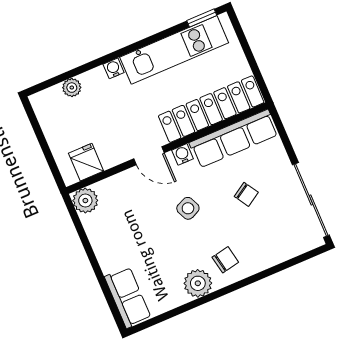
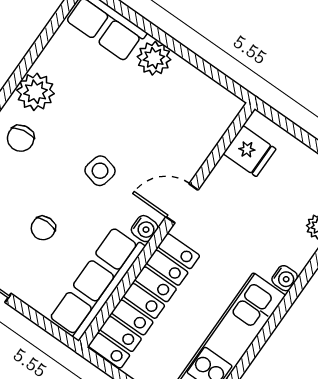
chair: (246, 194) -> (43, 228), turned -58
plant: (85, 201) -> (154, 58), moved
side table: (188, 208) -> (100, 171), turned 37

